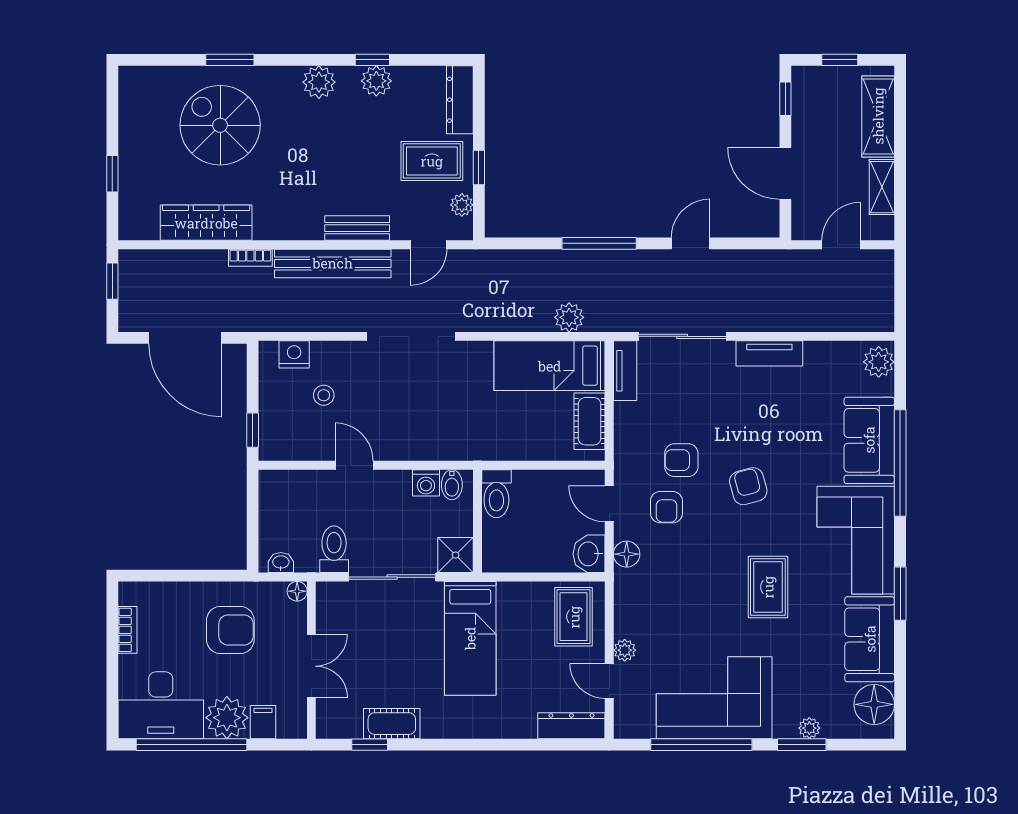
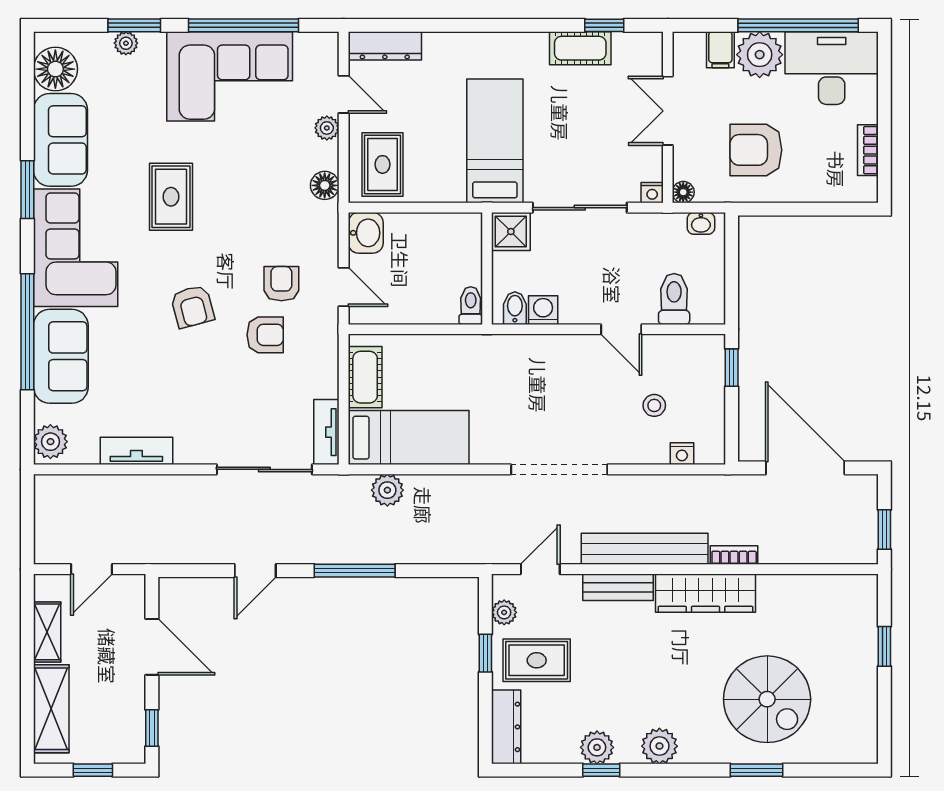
wardrobe: (206, 223) -> (706, 593), moved
tv unit: (769, 353) -> (136, 451), moved
nightstand: (294, 354) -> (682, 454), width x0.72, depth x0.74
toilet: (496, 494) -> (471, 306), width x0.73, depth x0.72
toilet: (334, 549) -> (674, 299), moved, turned 180
floor lamp: (627, 554) -> (325, 185), moved
nightstand: (326, 591) -> (652, 193), added

